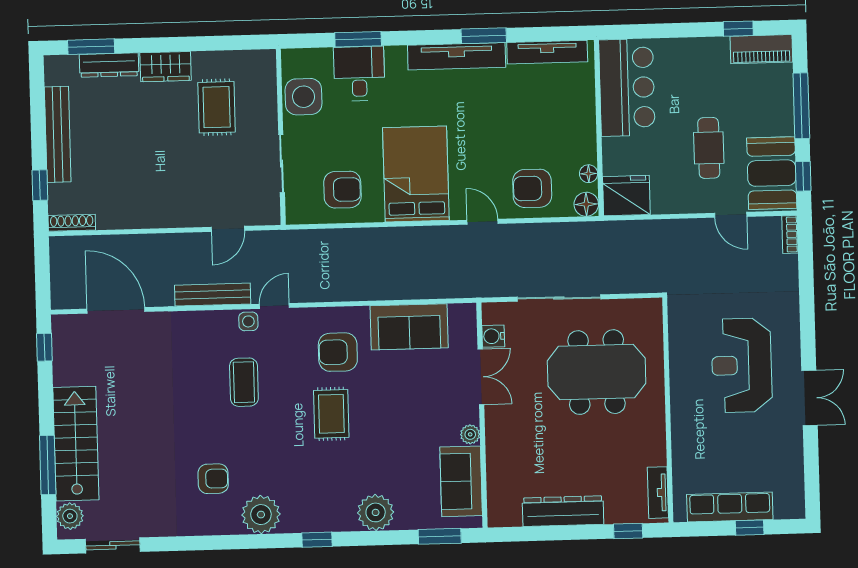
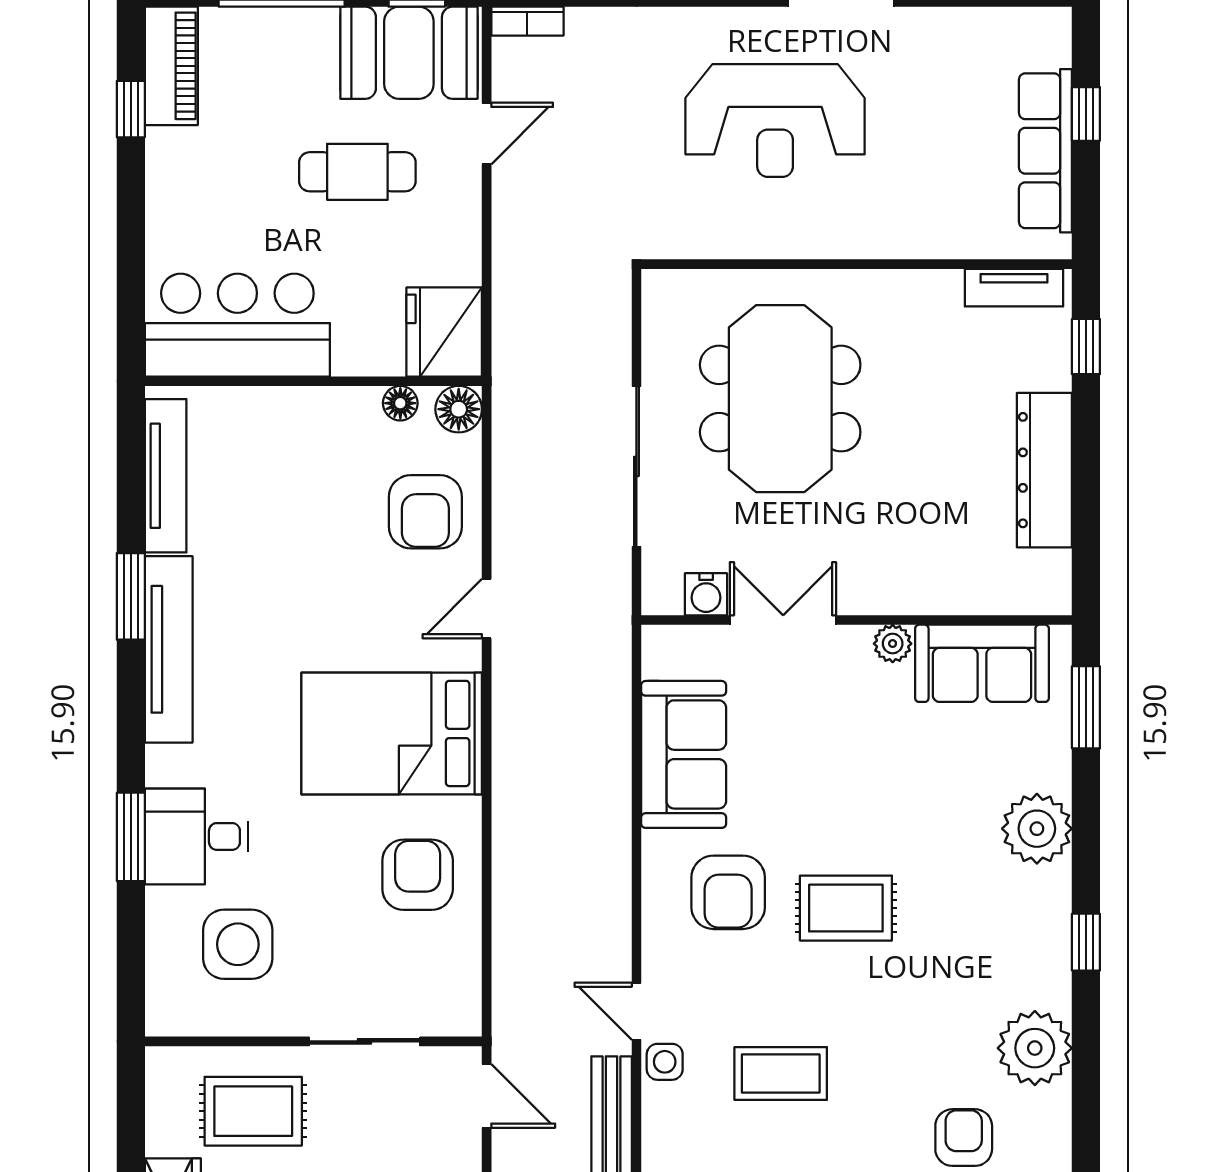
wall: (281, 137) -> (313, 1041), moved
sliding door: (282, 164) -> (364, 1041), moved

